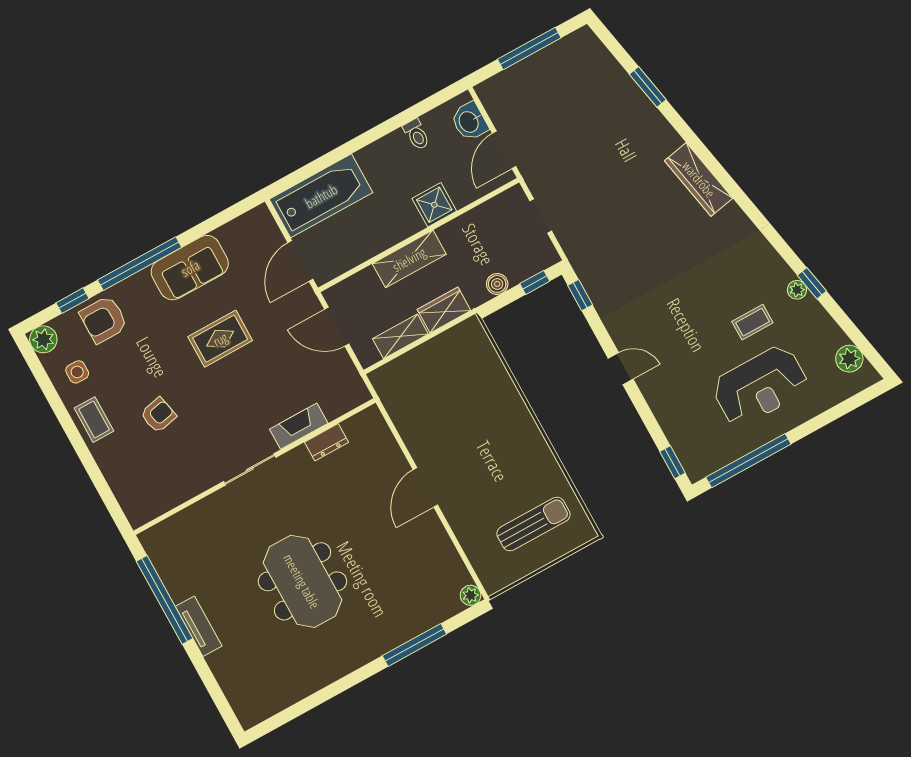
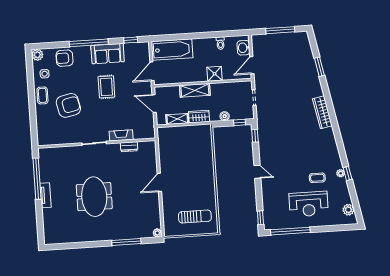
window: (72, 301) -> (131, 40), moved
rug: (220, 339) -> (106, 87), turned 90
armchair: (158, 415) -> (68, 105), width x1.88, depth x1.88

